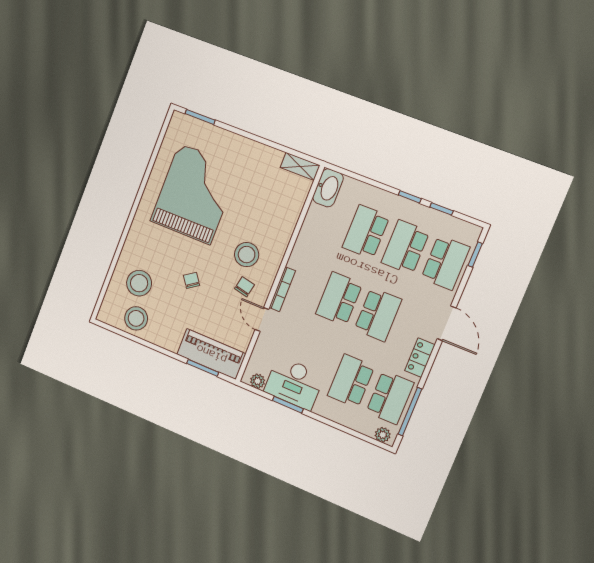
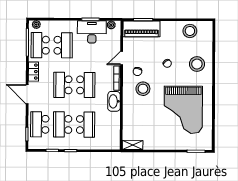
washbasin: (328, 188) -> (114, 101), moved
school desk: (405, 247) -> (63, 124), turned 180
stool: (139, 283) -> (197, 64), moved
door: (262, 320) -> (122, 58), swing flipped

